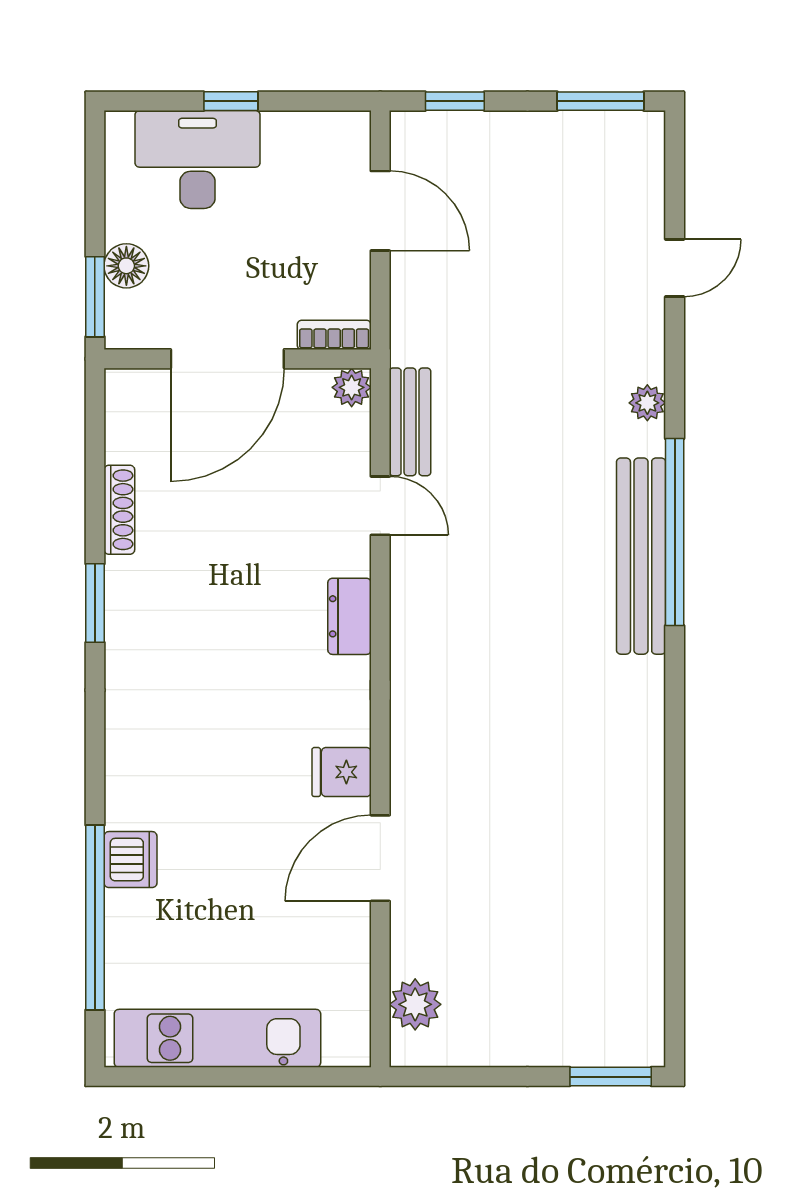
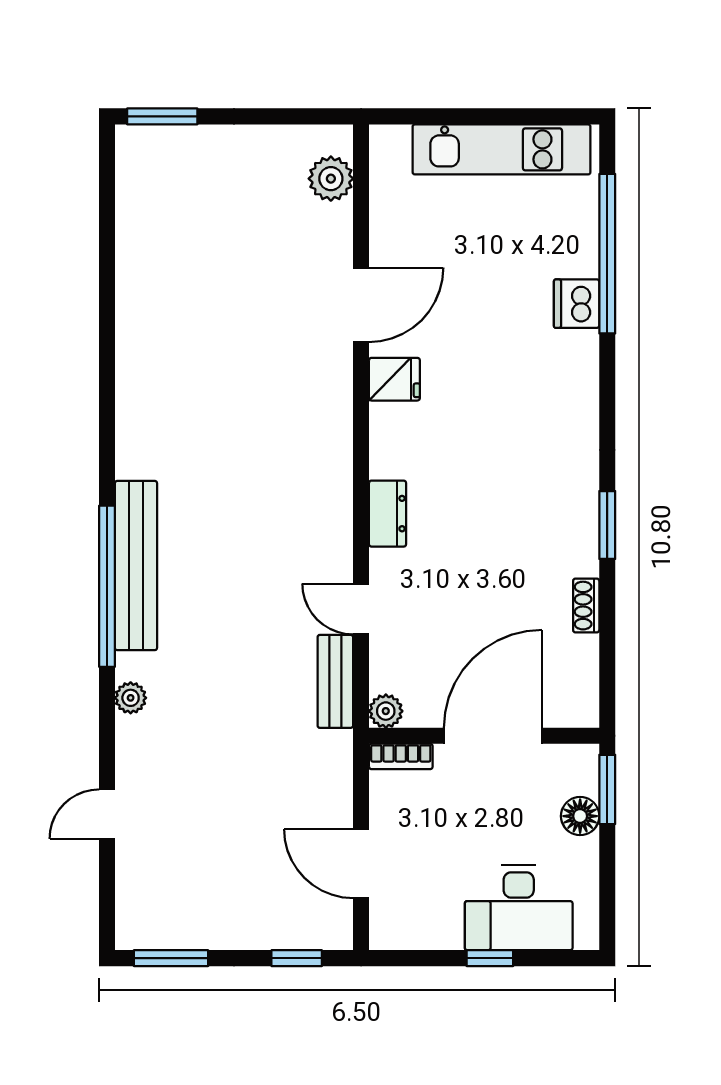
shoe rack: (119, 510) -> (586, 606), width x0.70

